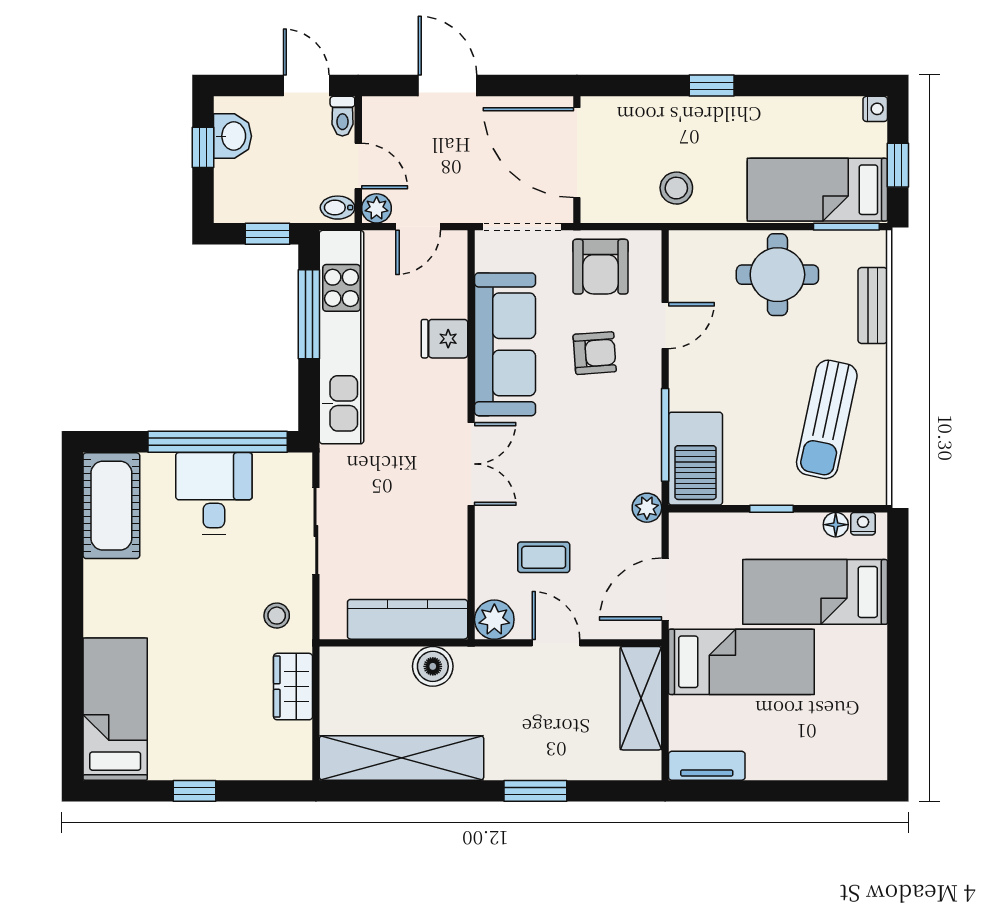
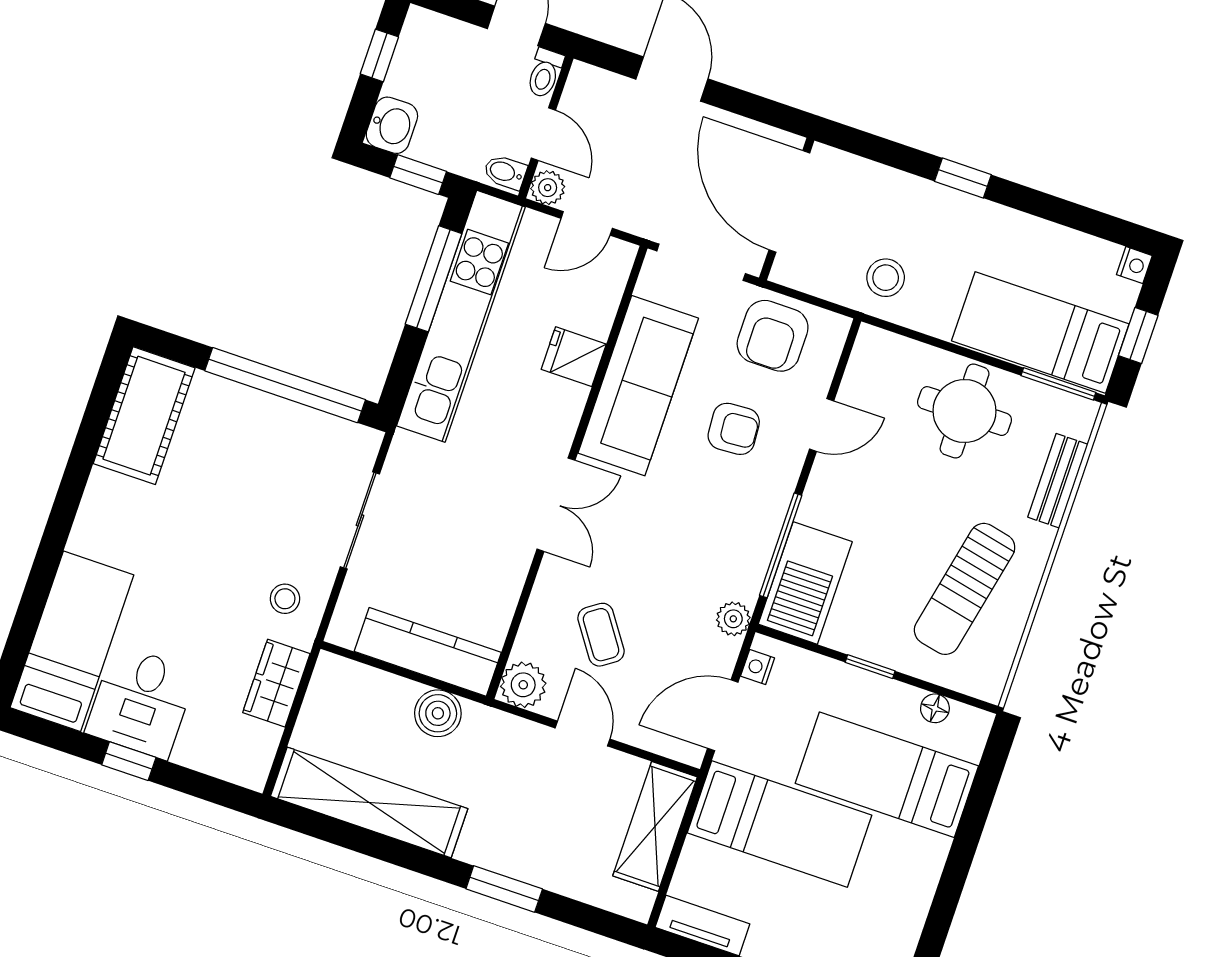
washbasin: (233, 136) -> (392, 125), moved
desk: (214, 493) -> (141, 702), moved, turned 180
nightstand: (863, 524) -> (758, 667), moved, turned -90
coffee table: (544, 557) -> (601, 635), turned 55

